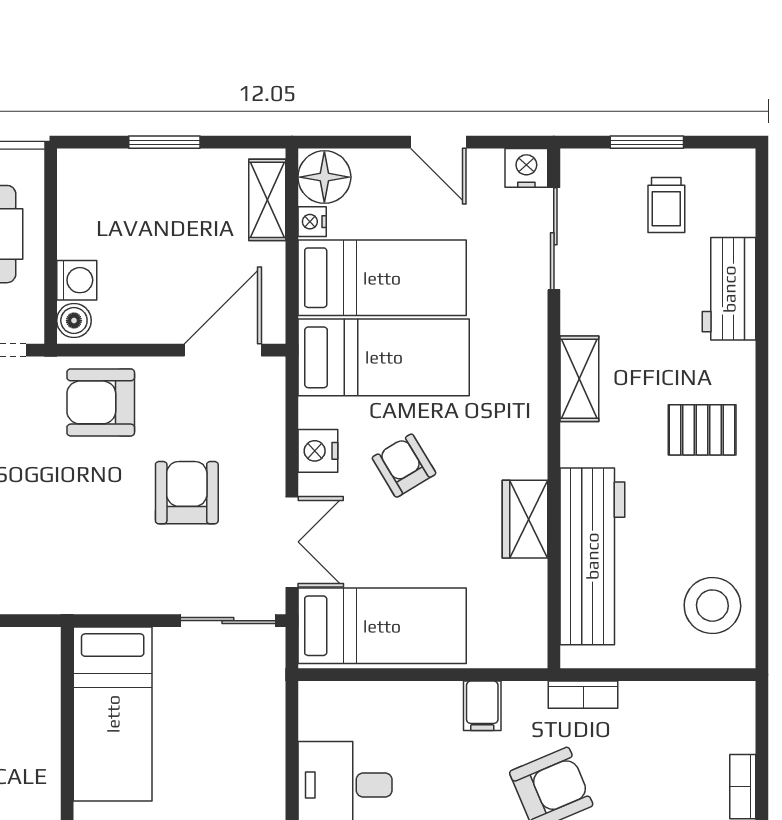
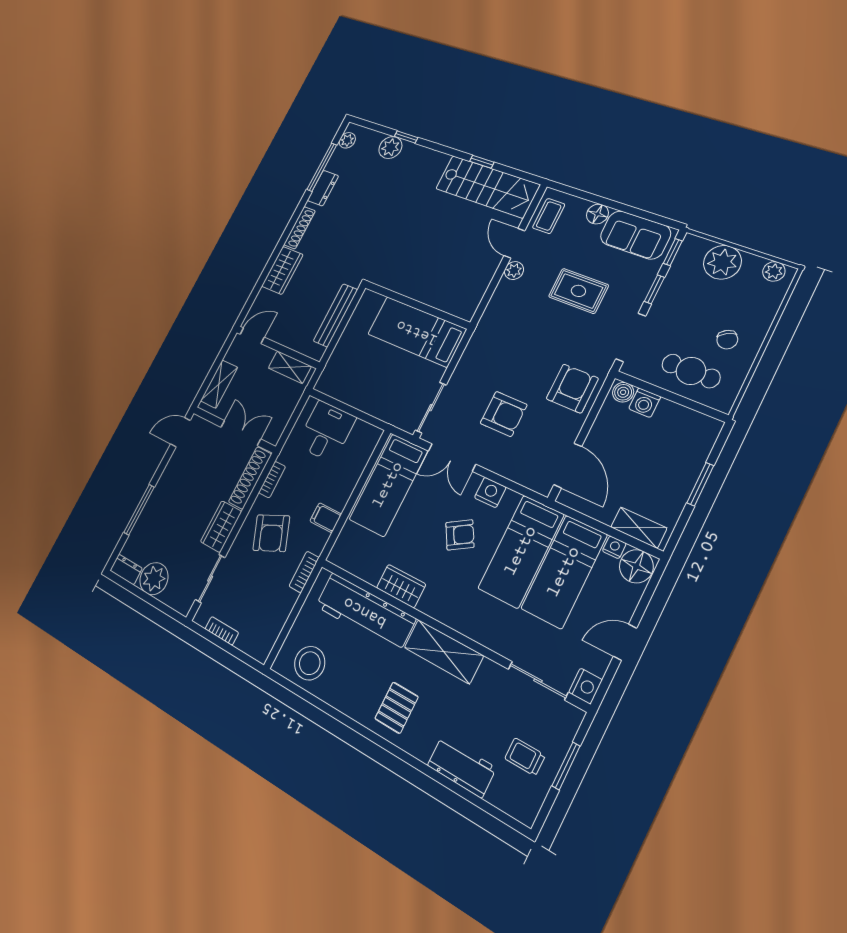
shelving: (579, 379) -> (444, 651), width x1.50, depth x1.33

